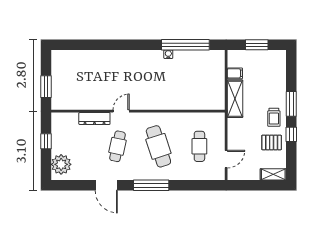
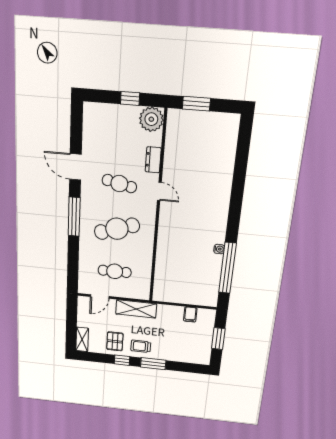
shelving: (235, 99) -> (136, 309), moved
dresser: (94, 119) -> (153, 160), width x0.70
door: (226, 159) -> (100, 297), hinge flipped
plant: (61, 164) -> (151, 119), moved
door: (106, 185) -> (75, 167), hinge flipped

